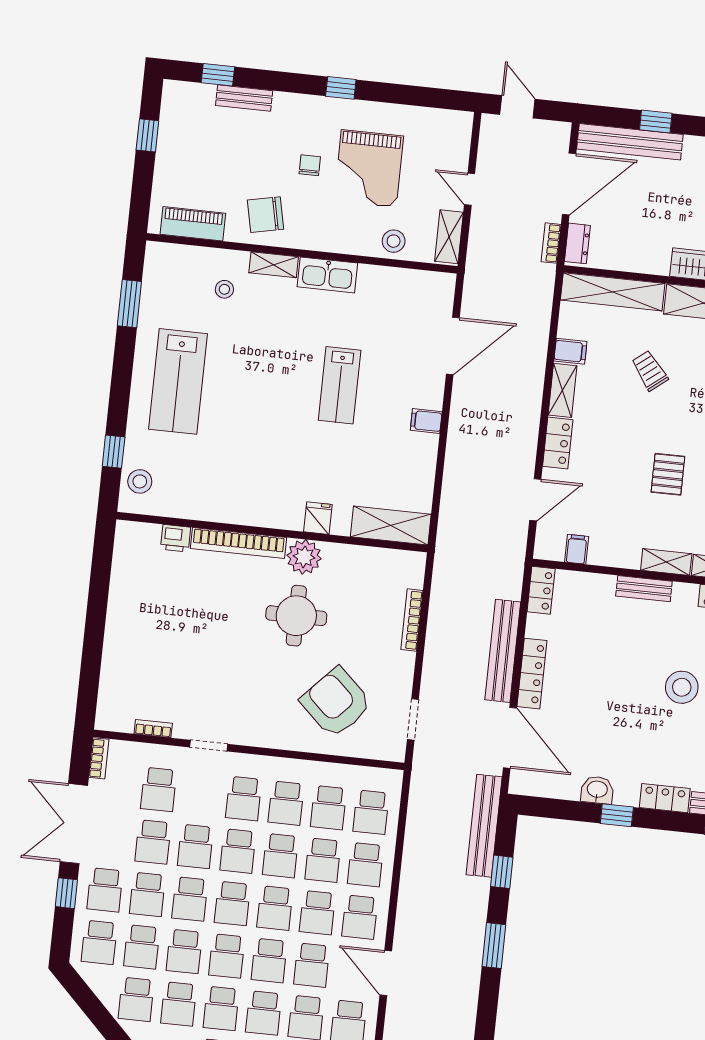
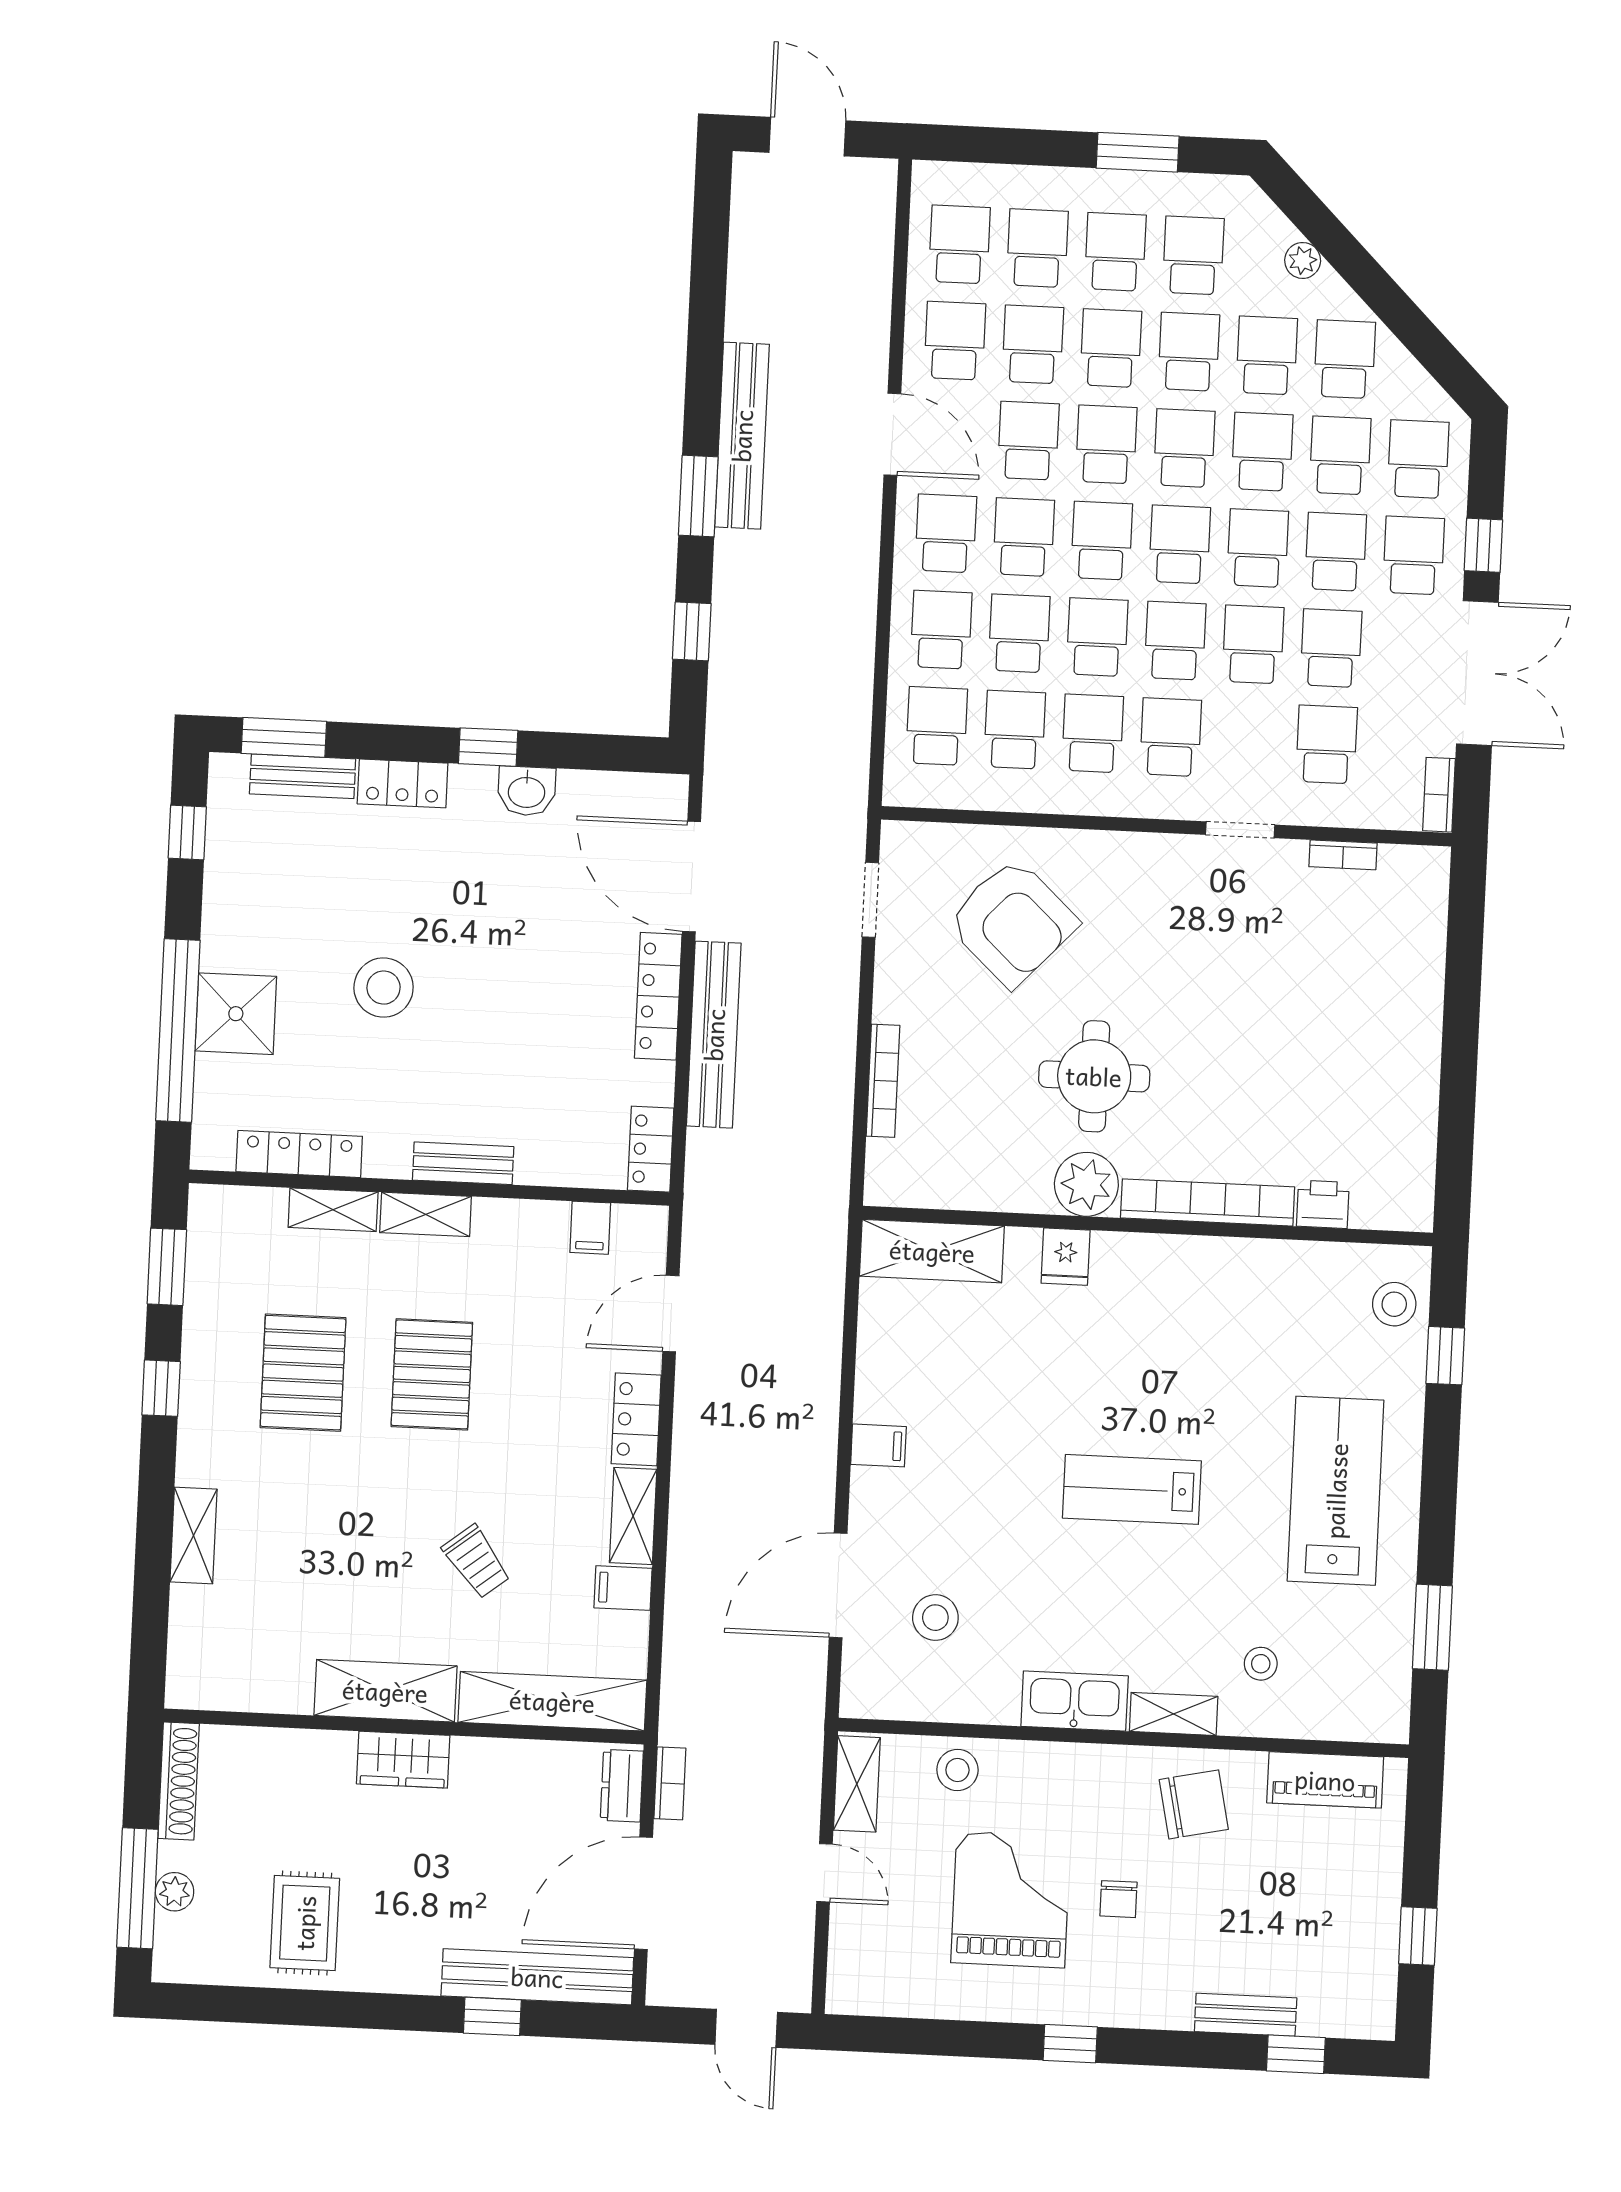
stool: (401, 325) -> (935, 1618), added
lab bench: (340, 385) -> (1132, 1489), moved, turned -90
pallet: (668, 474) -> (432, 1374), width x1.50, depth x1.42
bench: (484, 826) -> (742, 436), moved

